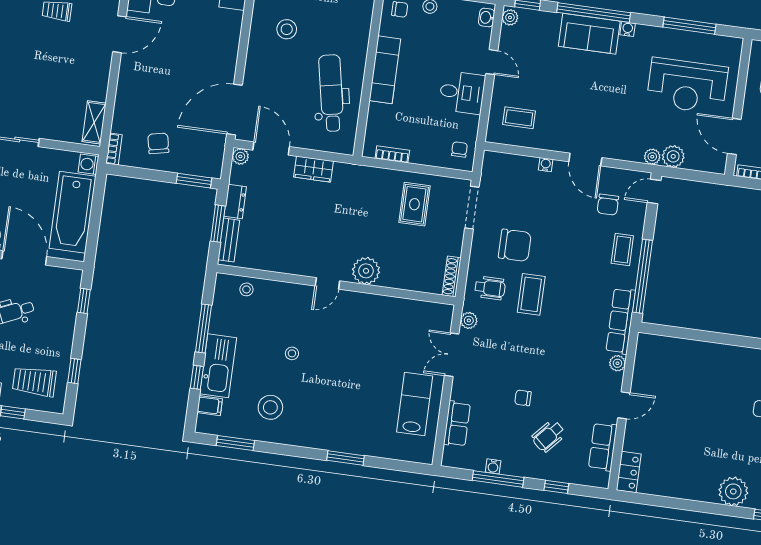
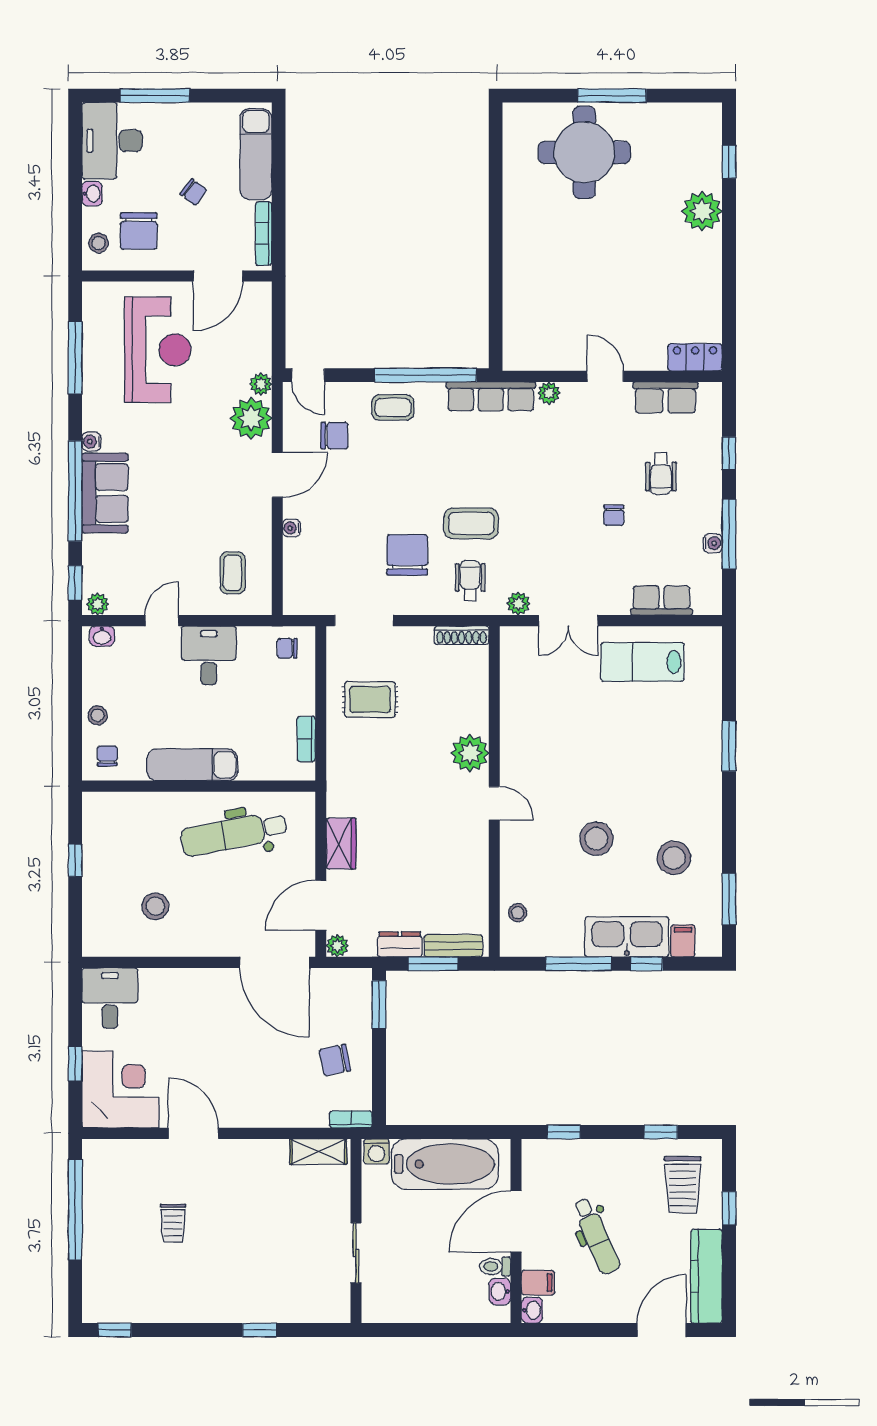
plant: (673, 156) -> (251, 418), moved, width x1.36, depth x1.36
stool: (292, 353) -> (596, 839), width x1.89, depth x1.89
wheelchair: (549, 436) -> (661, 473), turned 48

